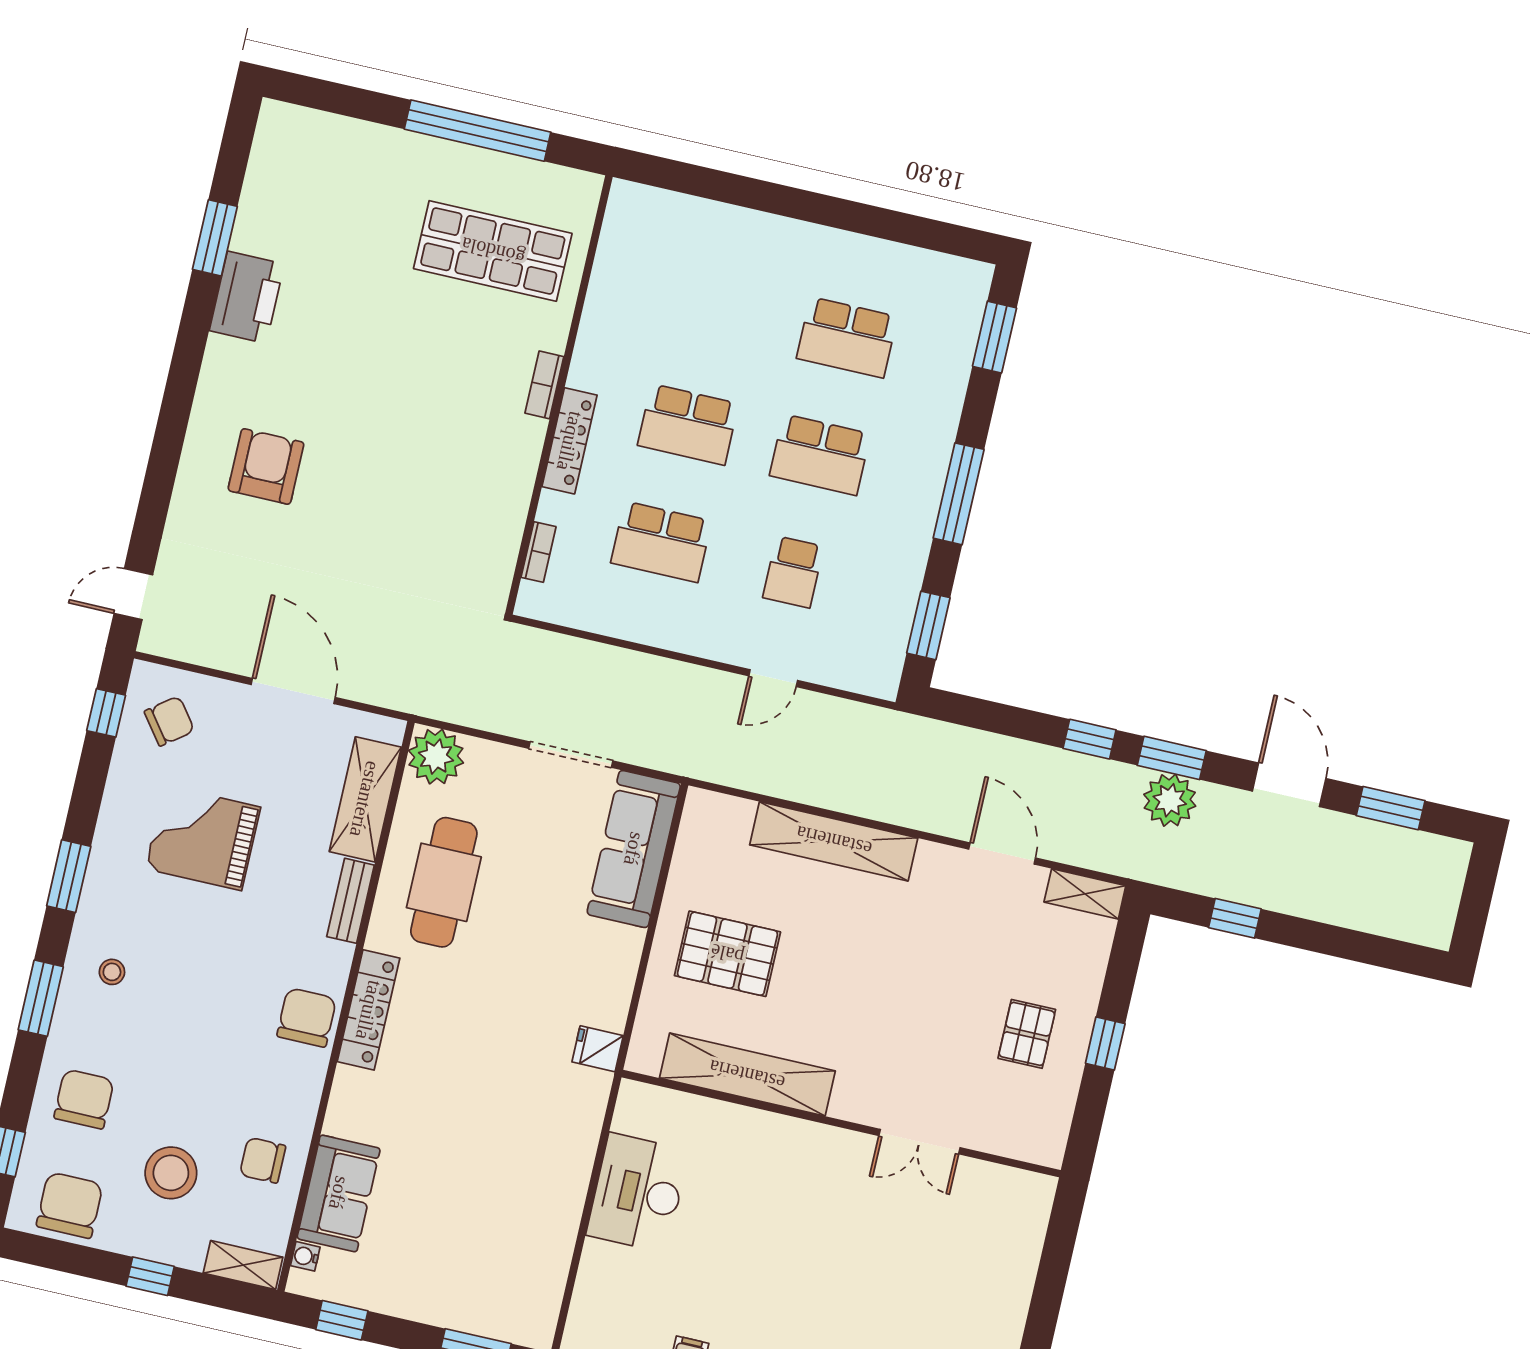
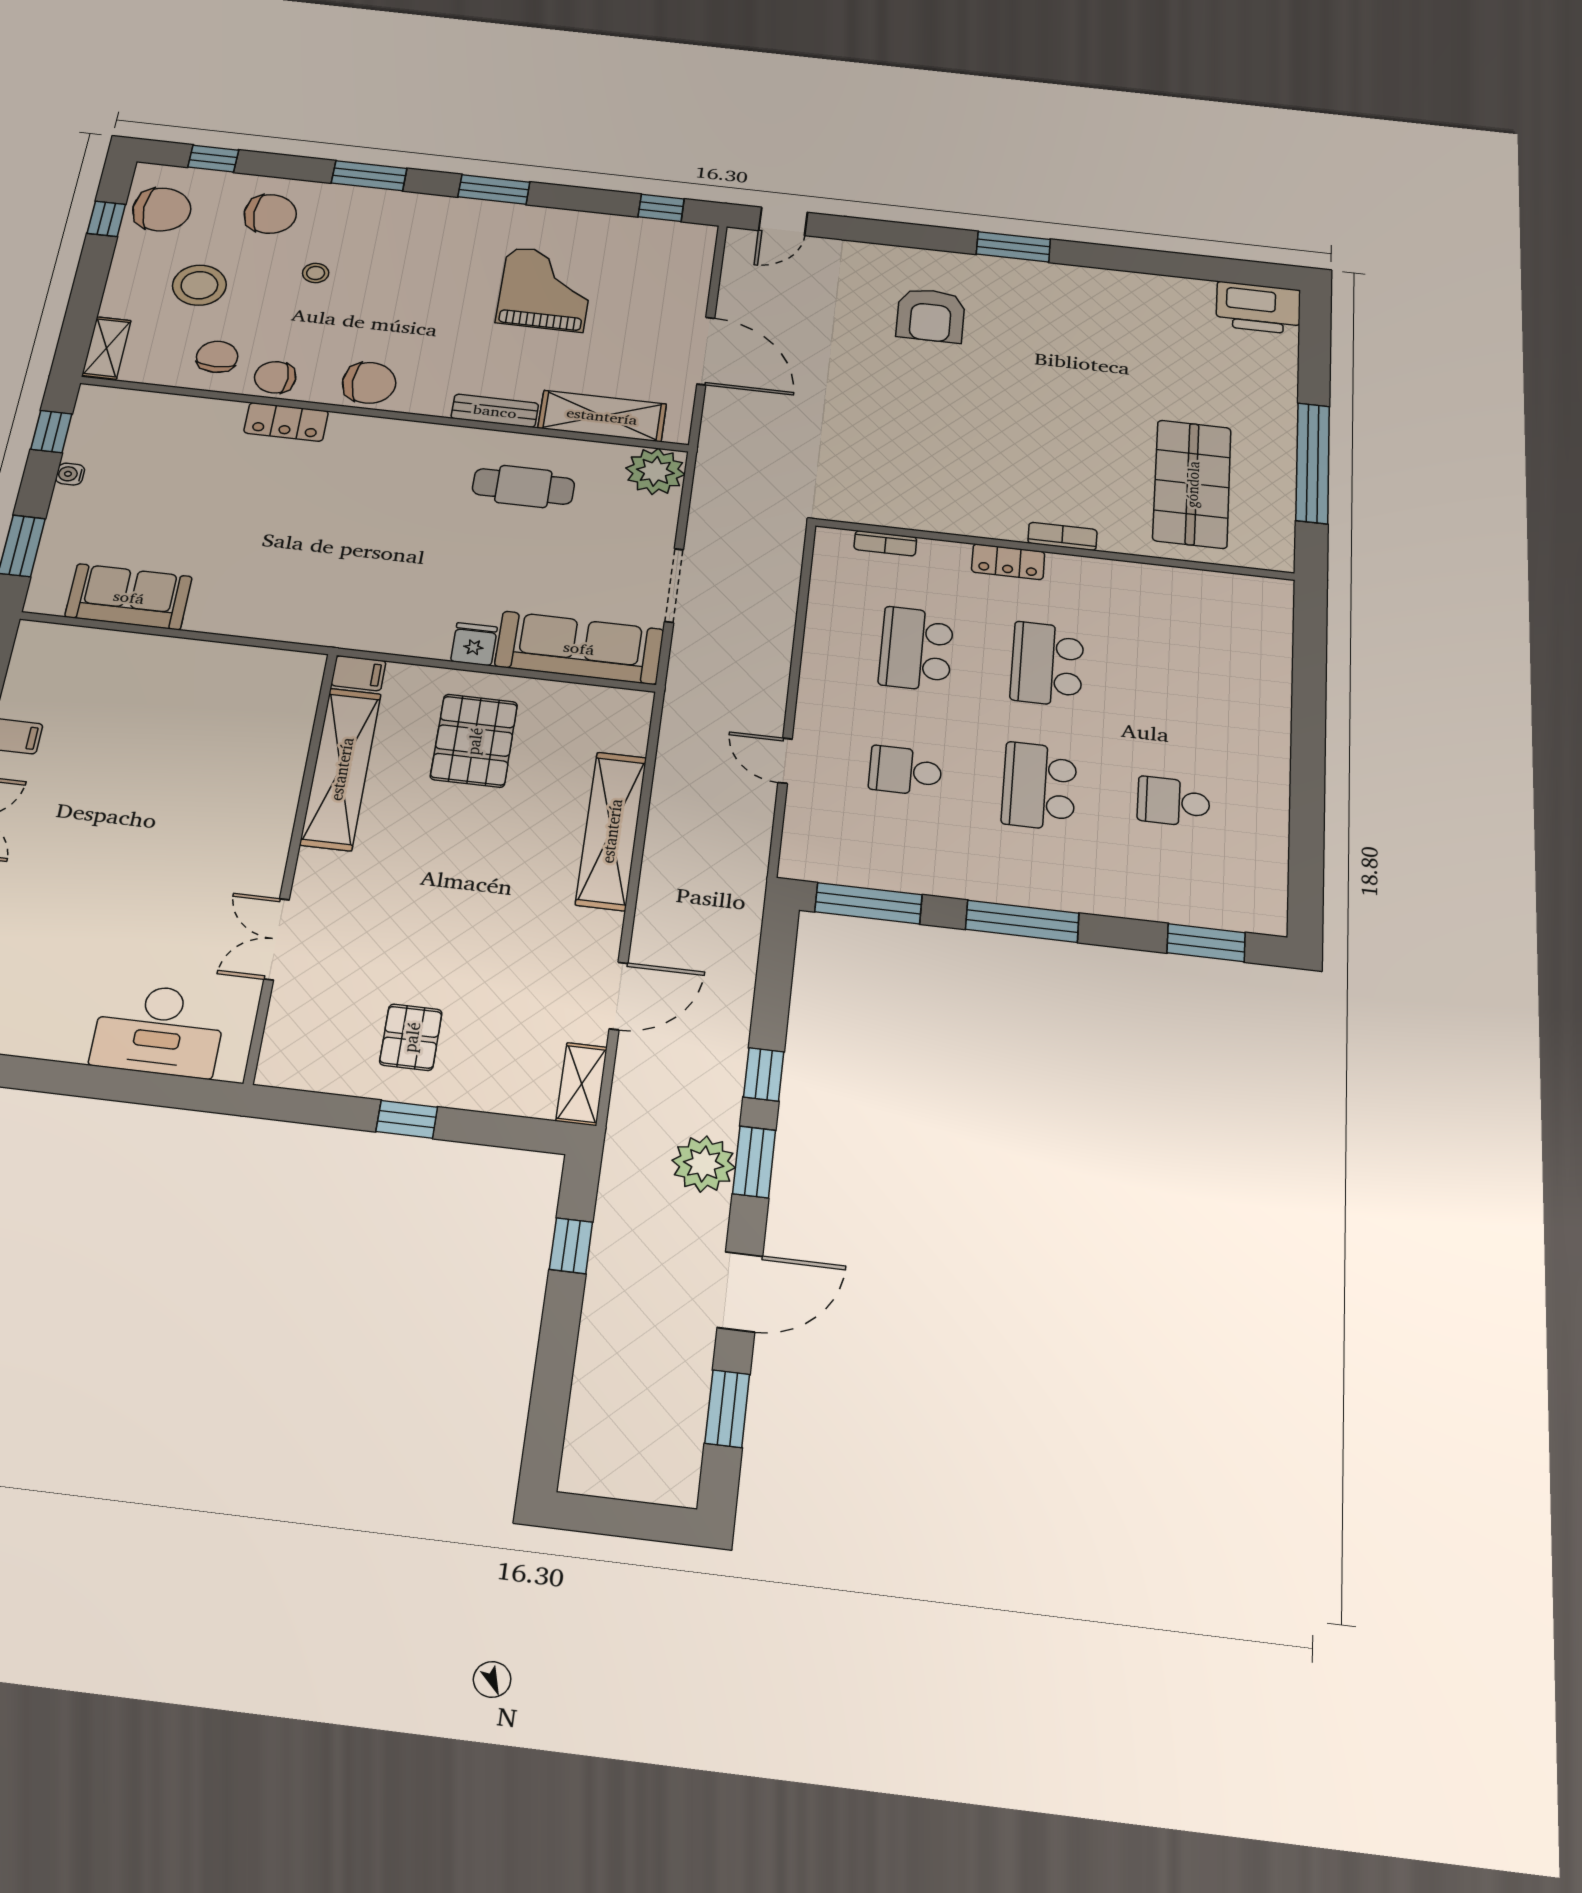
window: (215, 238) -> (1013, 247), moved
printer: (247, 297) -> (1258, 308), moved
school desk: (847, 337) -> (1174, 802), width x0.54
locker: (570, 441) -> (1008, 562), width x0.66
armchair: (266, 466) -> (931, 315), turned 90
door: (133, 594) -> (783, 221), swing flipped
window: (928, 625) -> (868, 903), width x1.44
door: (293, 691) -> (706, 351), hinge flipped
chair: (169, 721) -> (275, 377), moved, turned 127
cafe table: (444, 882) -> (523, 486), width x0.73, depth x0.74
stool: (112, 972) -> (316, 273), moved
locker: (369, 1010) -> (286, 422), moved, width x0.66
pallet: (1027, 1034) -> (411, 1037), turned 90
fridge: (598, 1049) -> (474, 644), moved
filing cabinet: (645, 1051) -> (358, 673), added
sofa: (339, 1193) -> (129, 597), moved, turned 180
desk: (638, 1193) -> (159, 1030), moved, turned 180
water cooler: (305, 1256) -> (70, 474), moved, turned -90
window: (150, 1276) -> (106, 219), moved

